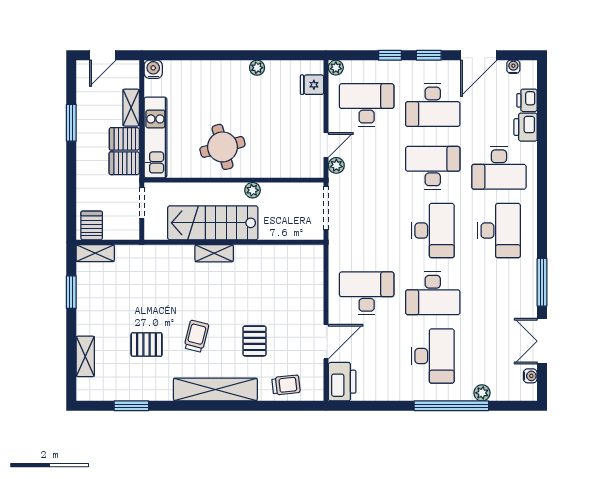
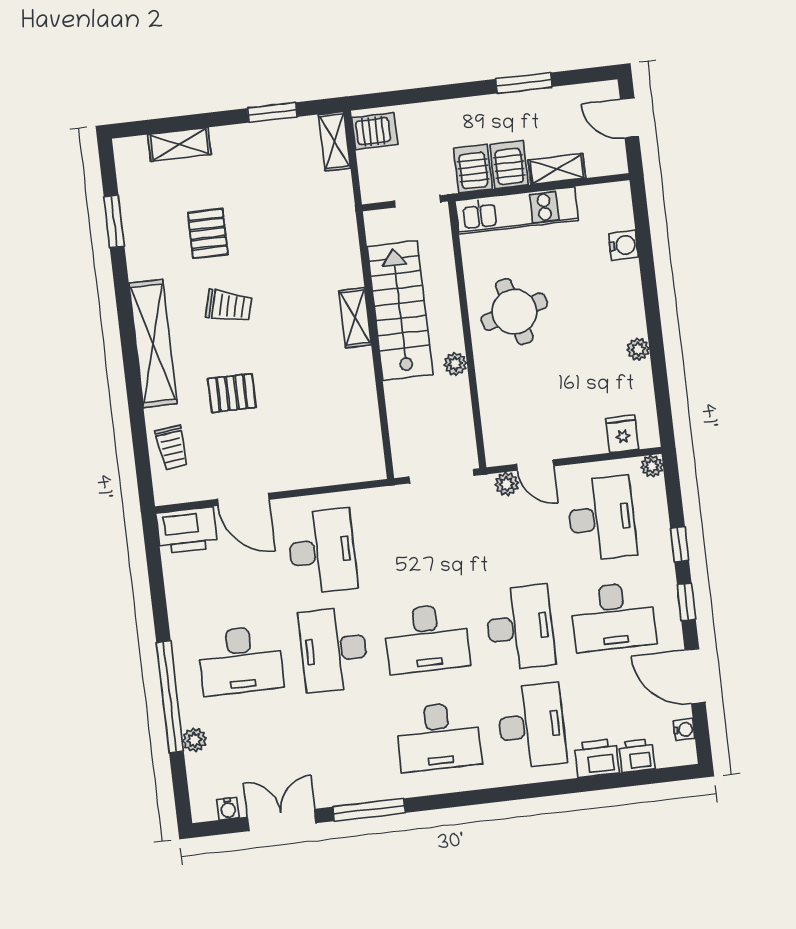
water cooler: (153, 69) -> (623, 245), moved
desk: (433, 105) -> (613, 617), turned -90
desk: (499, 168) -> (532, 726), turned 180

